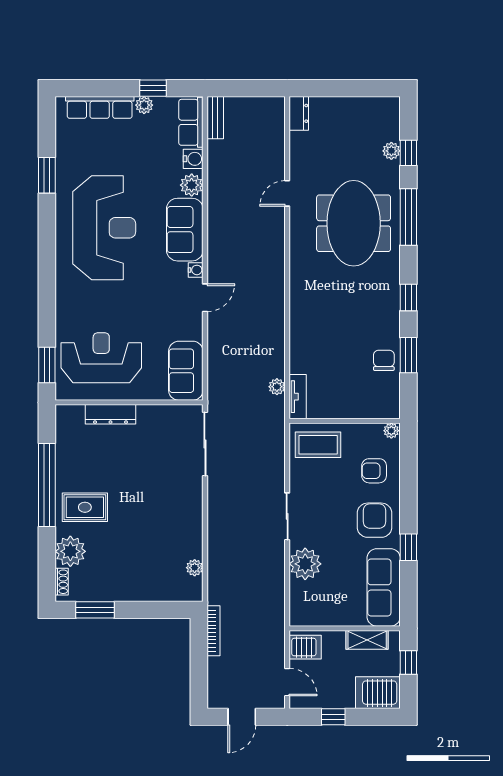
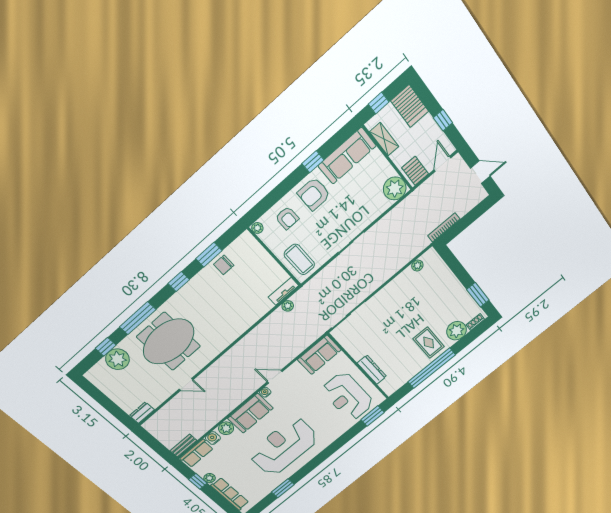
plant: (391, 151) -> (117, 359), width x1.87, depth x1.87
plant: (305, 564) -> (395, 188), moved

